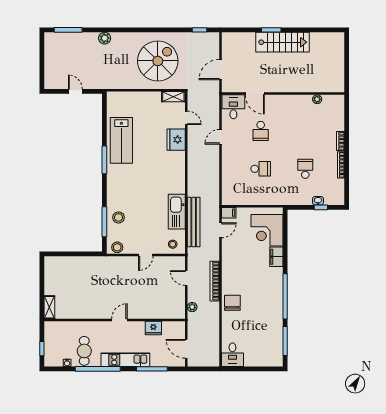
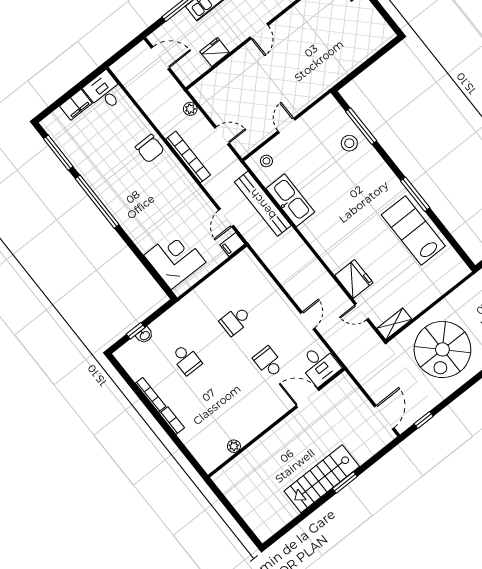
door: (220, 69) -> (384, 417), moved
stool: (117, 247) -> (325, 109), removed
filing cabinet: (276, 257) -> (76, 105), moved, turned 90

